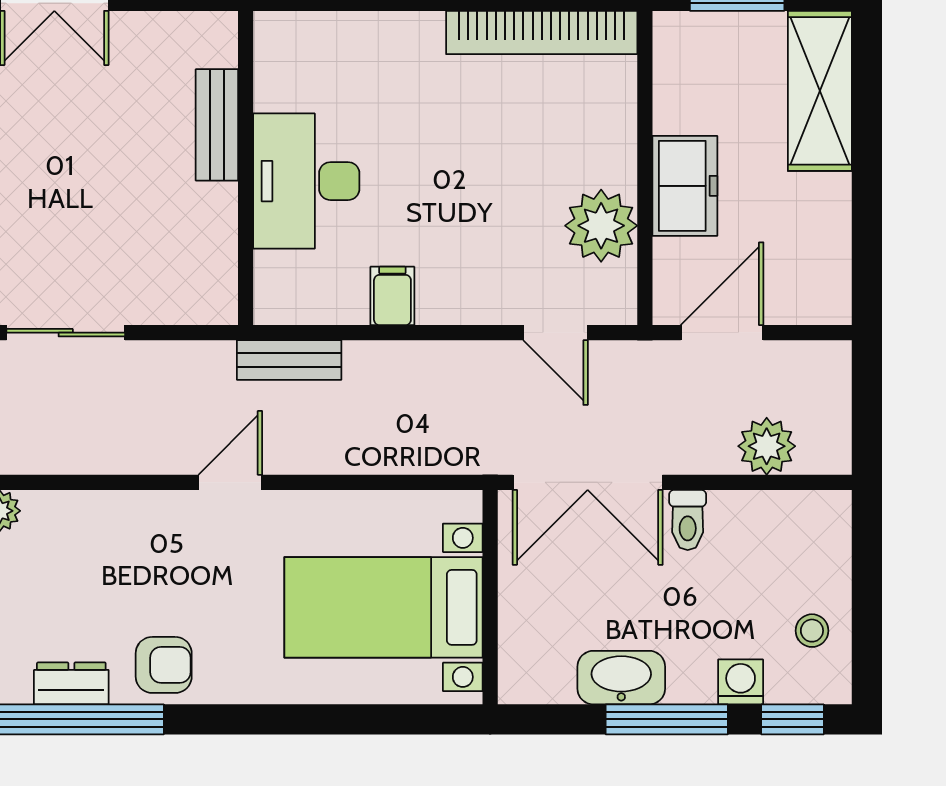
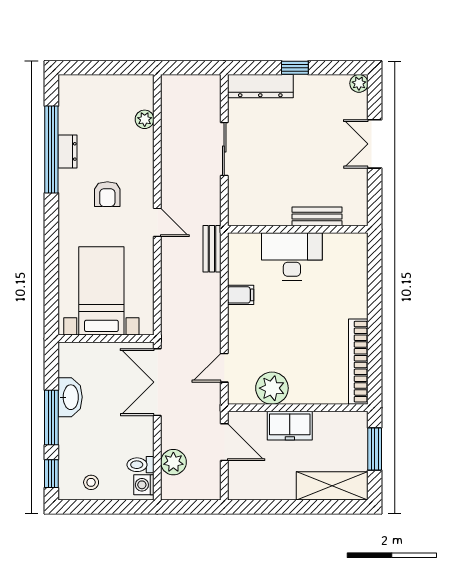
toilet: (688, 520) -> (140, 465), moved
armchair: (164, 665) -> (107, 194), moved
washing machine: (741, 682) -> (144, 485), moved, turned 180

